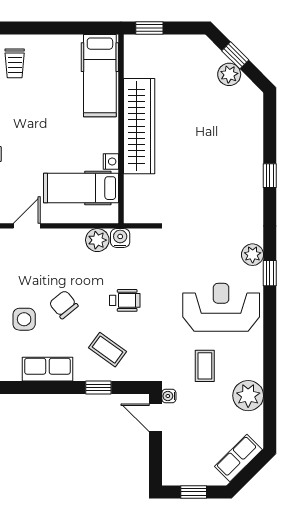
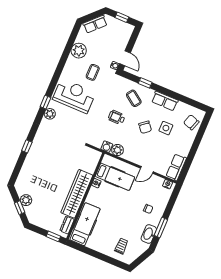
dresser: (133, 60) -> (67, 225), added
reception desk: (221, 307) -> (74, 96), turned 180

